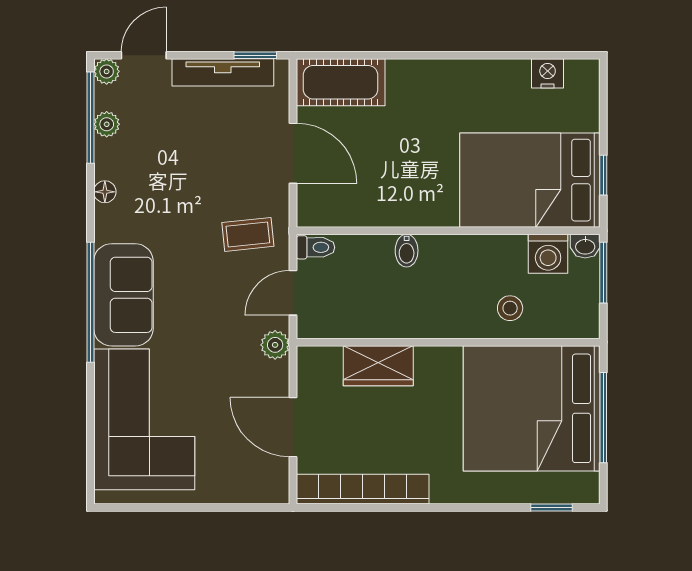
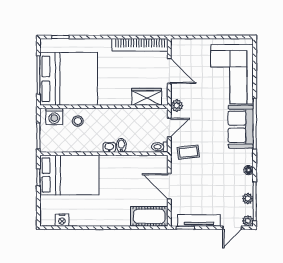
washbasin: (585, 246) -> (109, 147), moved
washing machine: (548, 254) -> (54, 116), moved, turned 180
wardrobe: (378, 366) -> (147, 97), moved

